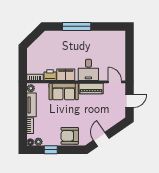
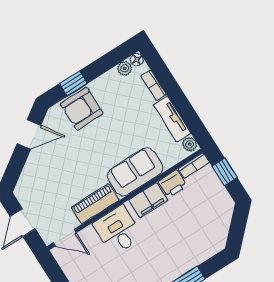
window: (23, 66) -> (225, 172), added
armchair: (70, 136) -> (82, 109), turned 180
door: (101, 139) -> (29, 134), hinge flipped
window: (51, 150) -> (73, 83), moved

